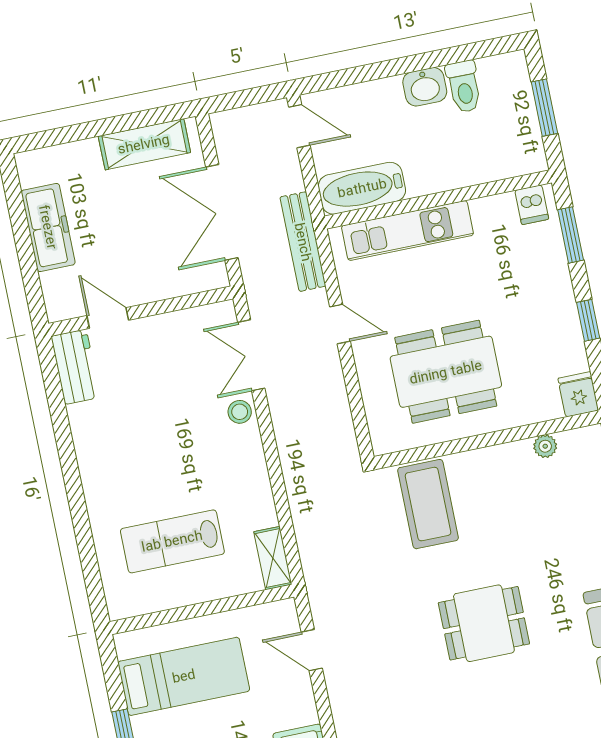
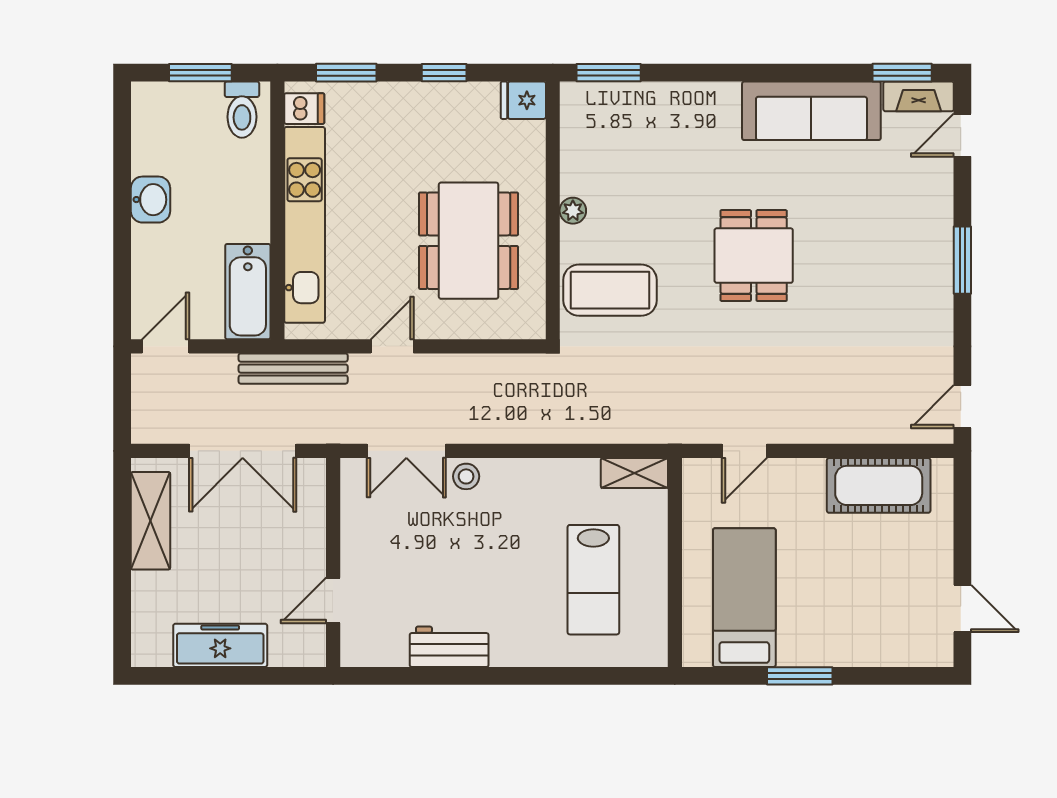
toilet: (464, 87) -> (242, 110), moved, turned 90
kitchen unit: (407, 230) -> (305, 225), width x1.36
workbench: (75, 367) -> (449, 647), moved
plant: (545, 446) -> (573, 211), moved

